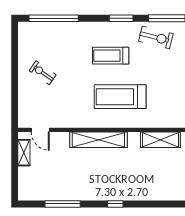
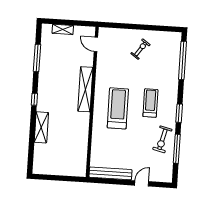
door: (40, 130) -> (96, 44), hinge flipped
shelving: (160, 140) -> (41, 127), moved
shelving: (24, 153) -> (63, 29), moved

